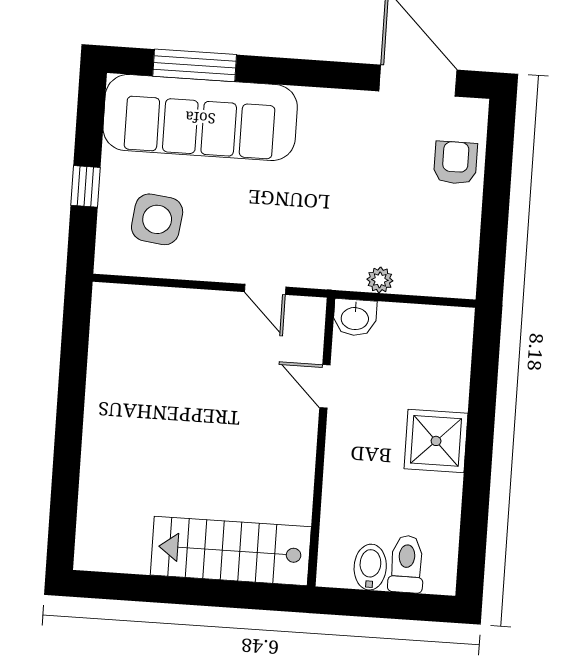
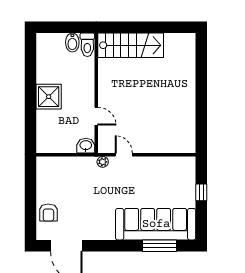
side table: (157, 219) -> (171, 181), removed
plant: (380, 280) -> (103, 162), moved
toilet: (406, 564) -> (87, 45), moved

